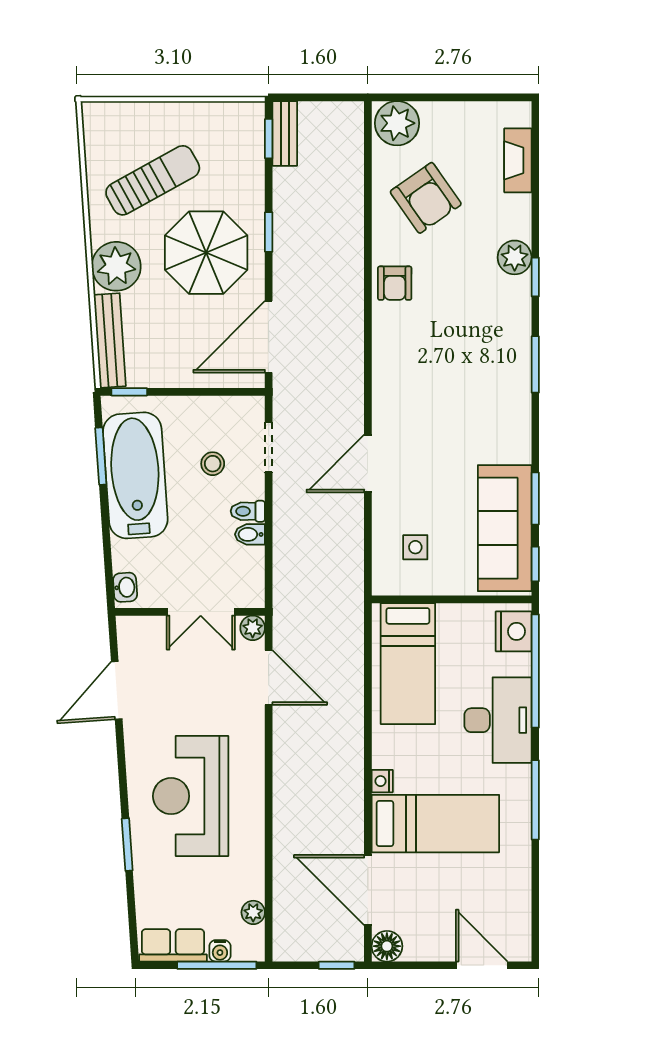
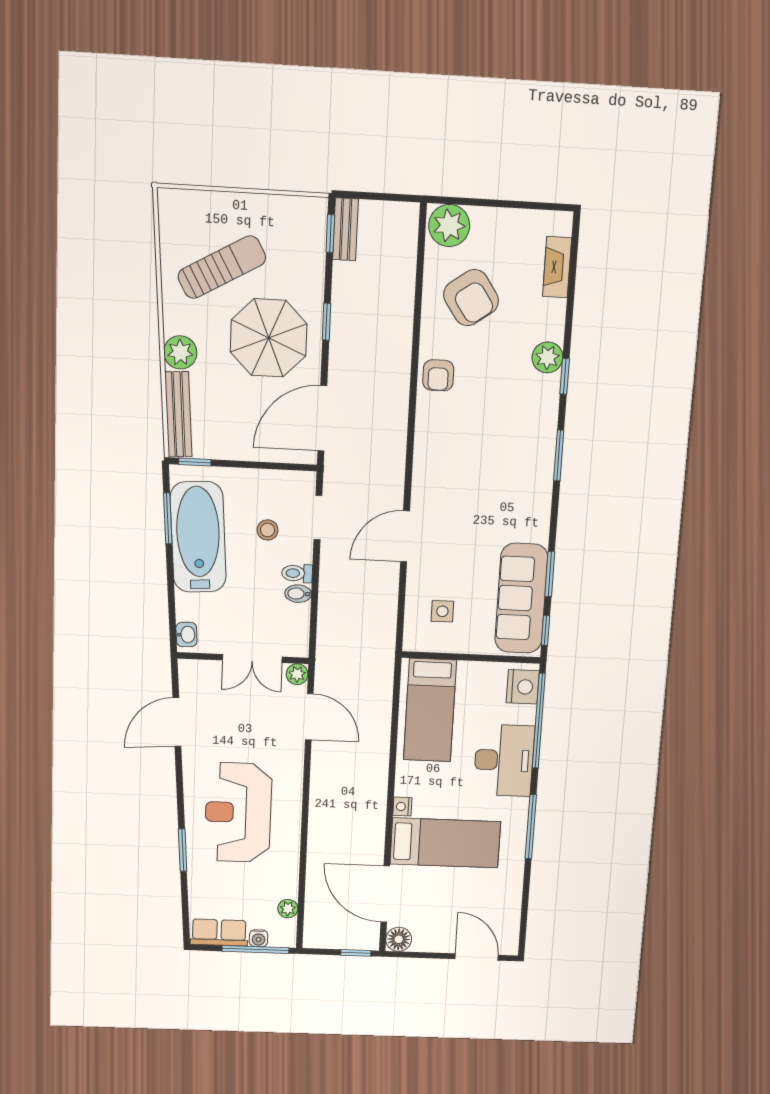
plant: (116, 266) -> (180, 352), width x0.73, depth x0.73

